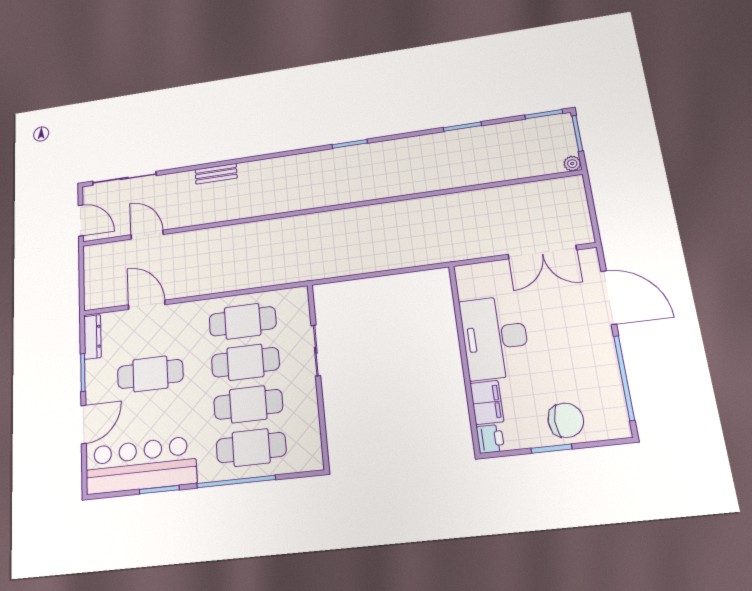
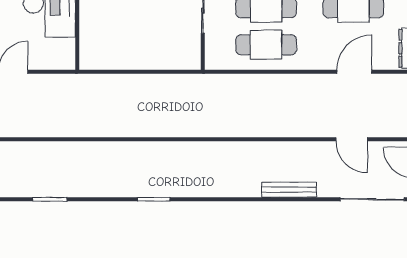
bench: (216, 174) -> (289, 190), width x1.36
door: (147, 305) -> (354, 72), swing flipped

